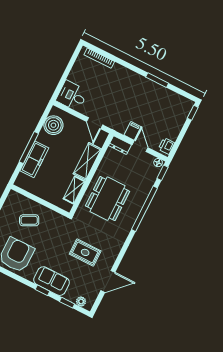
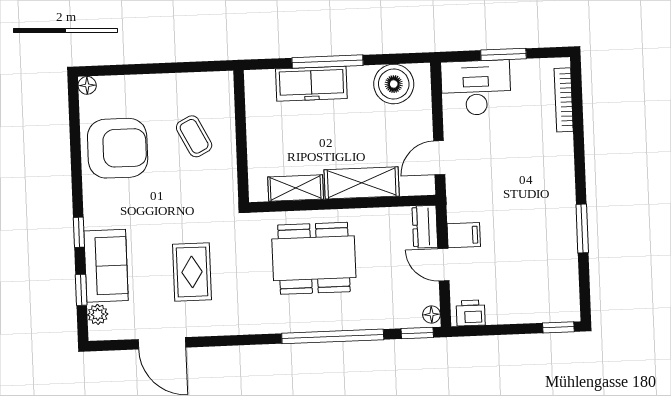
window: (66, 73) -> (503, 54), added
desk: (72, 96) -> (476, 88), width x1.37
door: (140, 146) -> (443, 265), swing flipped
sofa: (52, 281) -> (106, 266), moved

